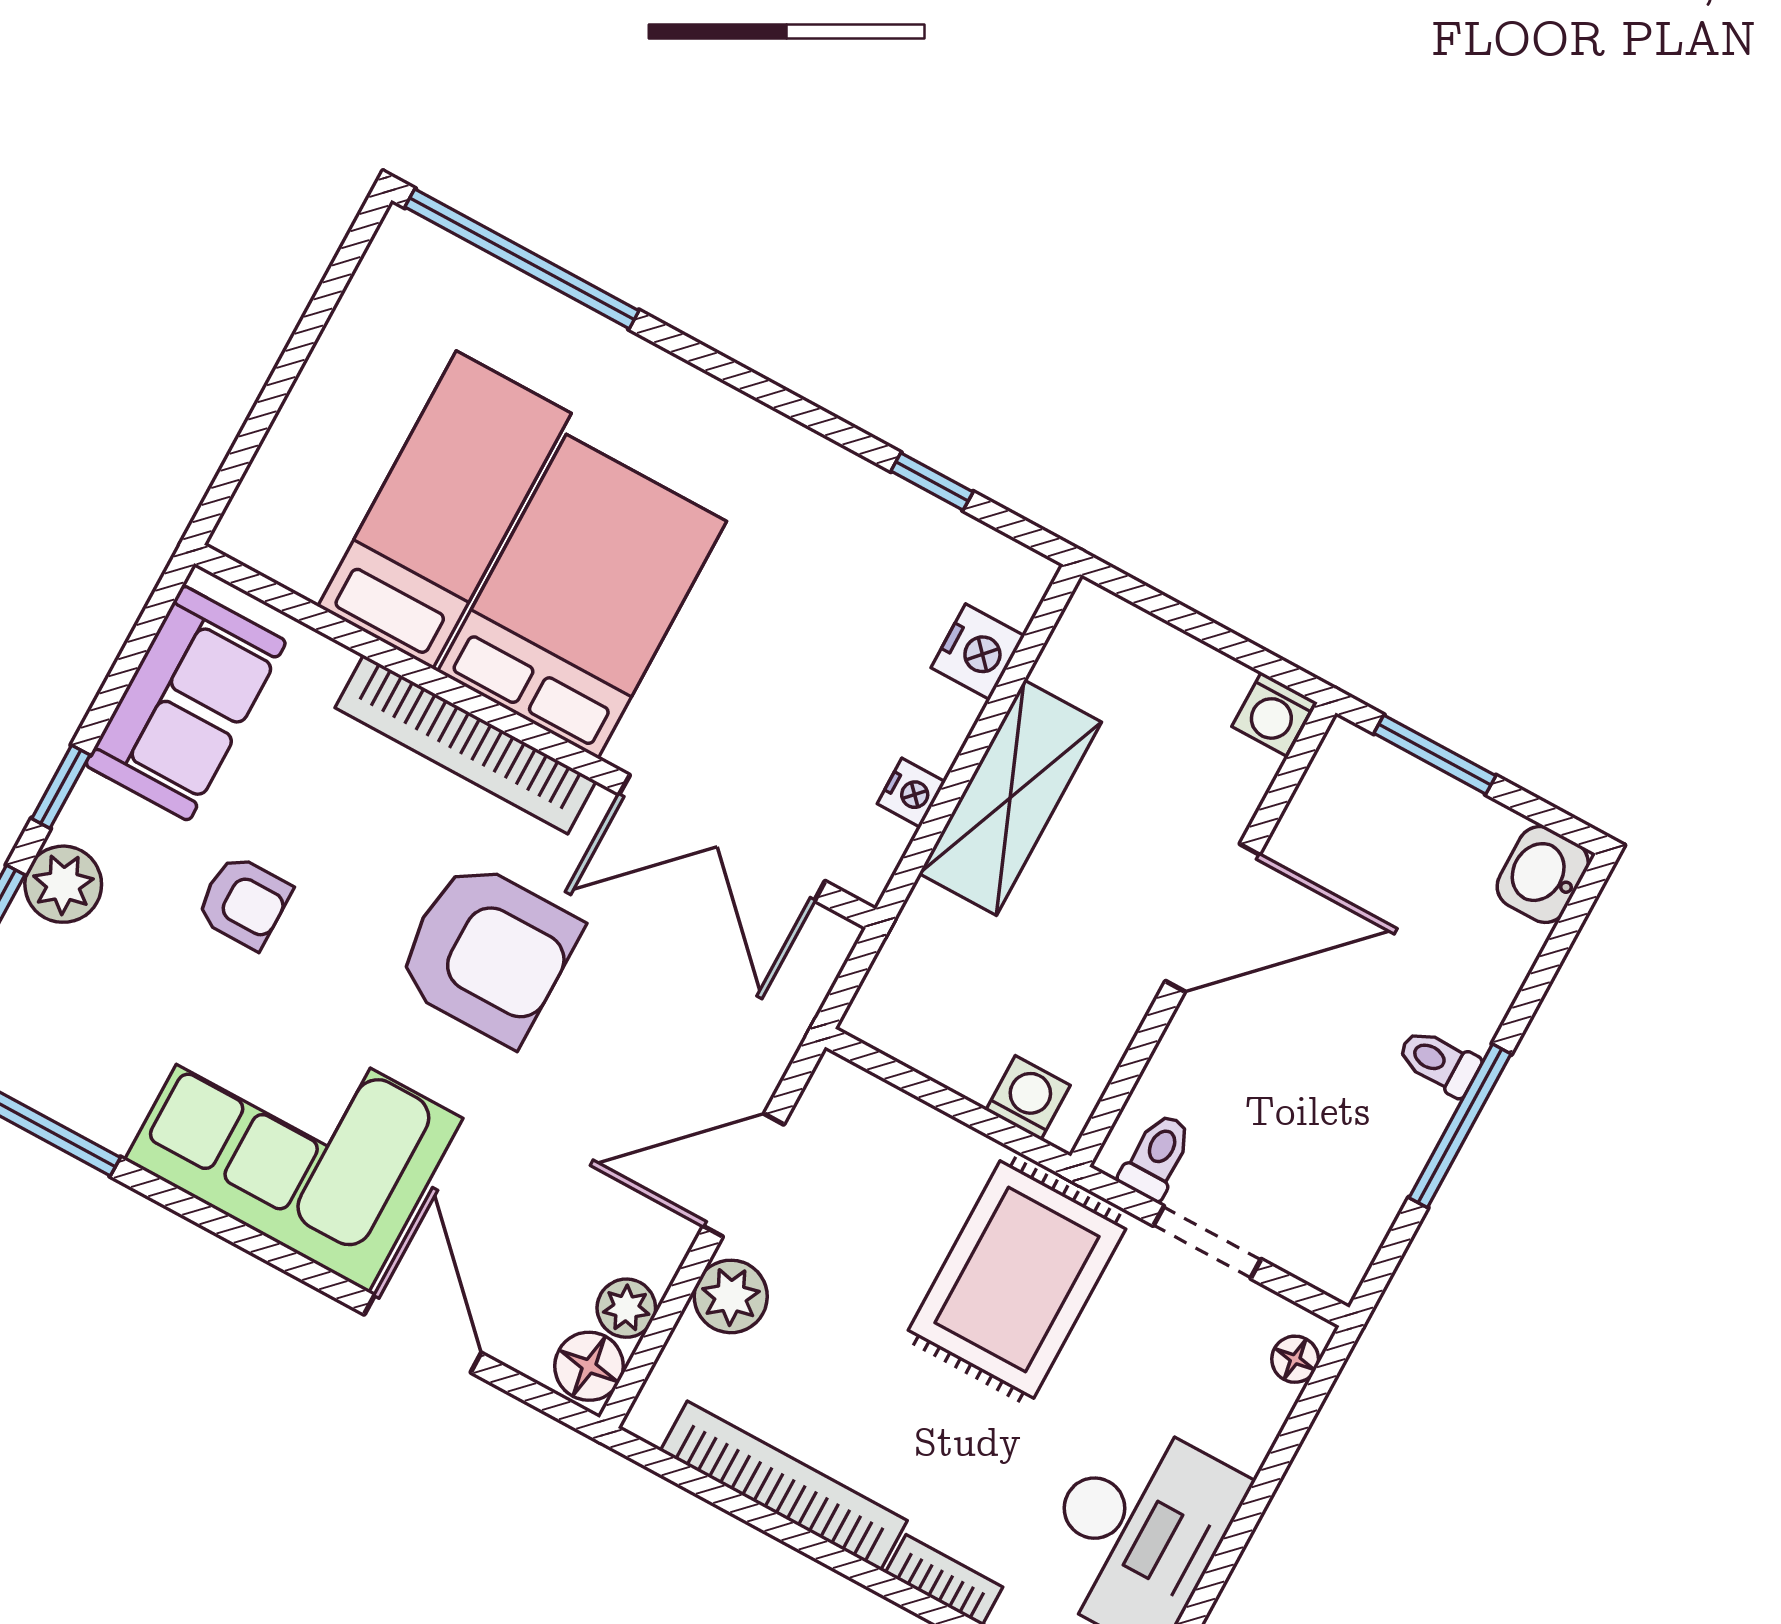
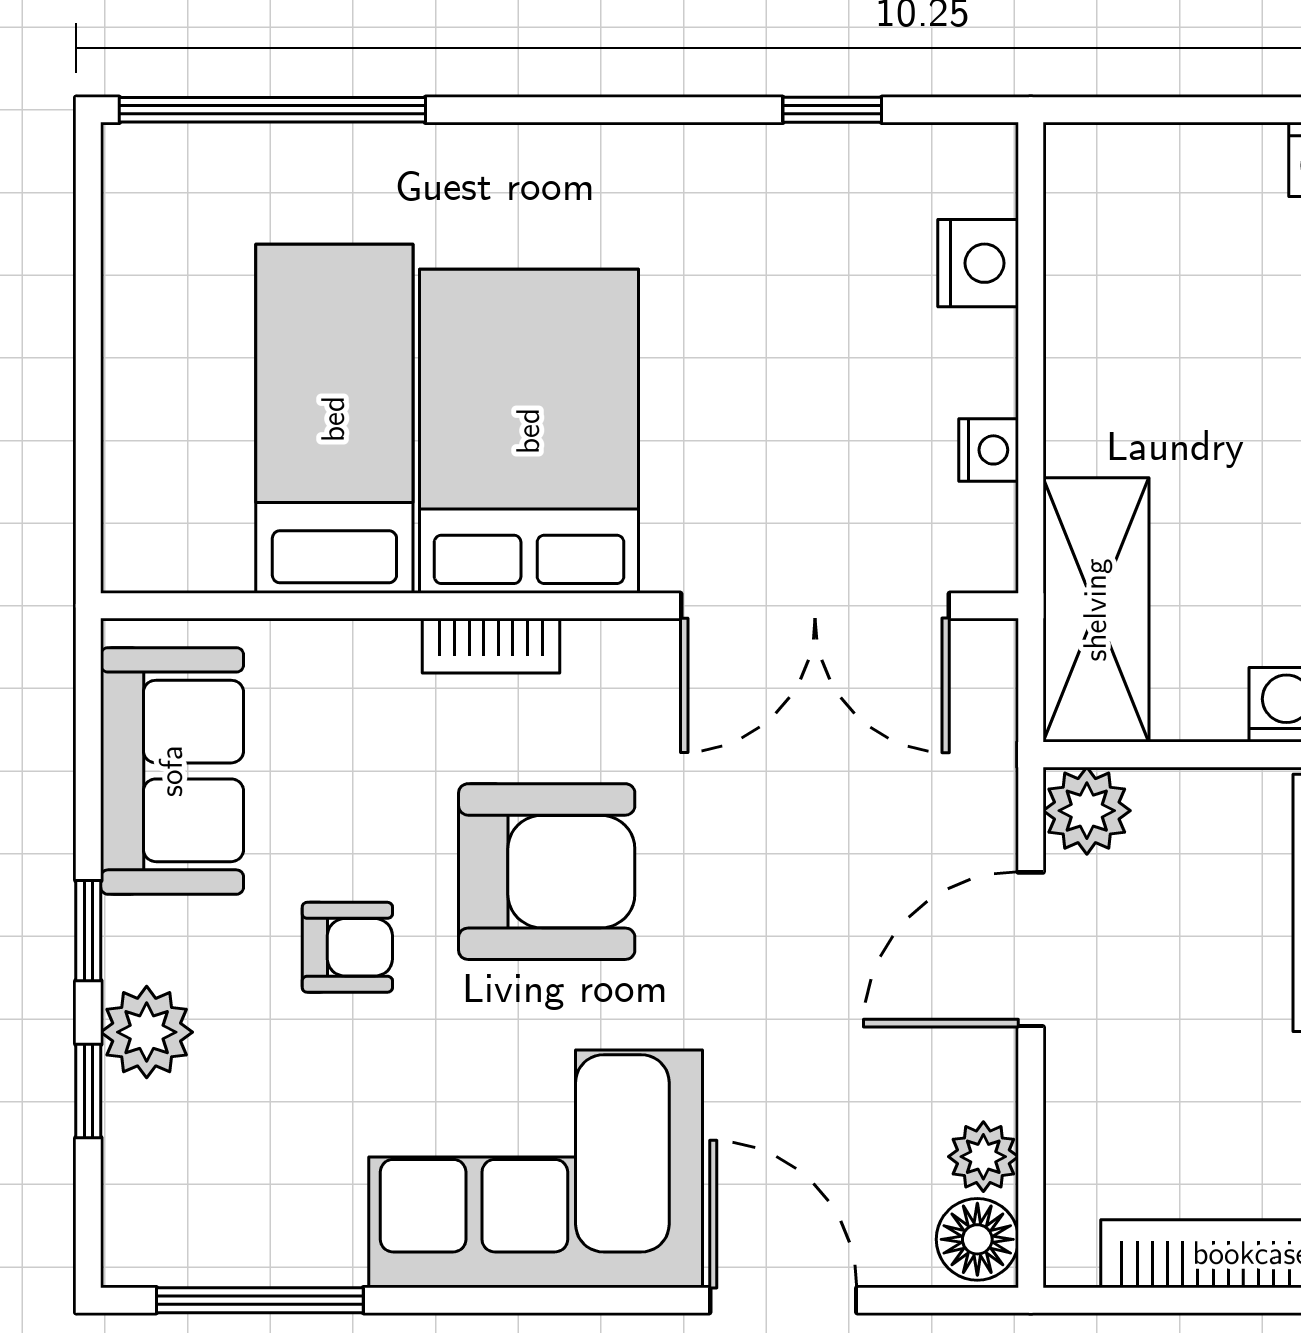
bookcase: (466, 744) -> (491, 646), width x0.43, depth x0.76
shelving: (1010, 798) -> (1096, 610), moved
armchair: (488, 953) -> (547, 872), moved
plant: (731, 1296) -> (1087, 811), moved

